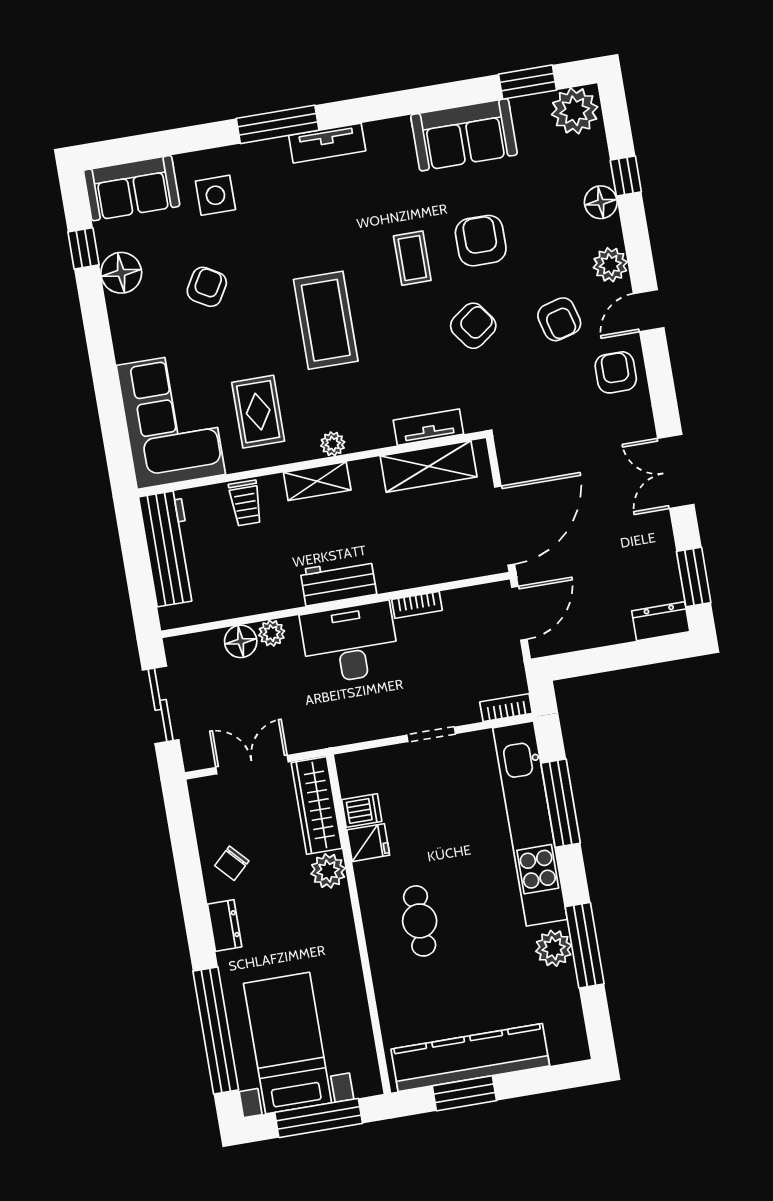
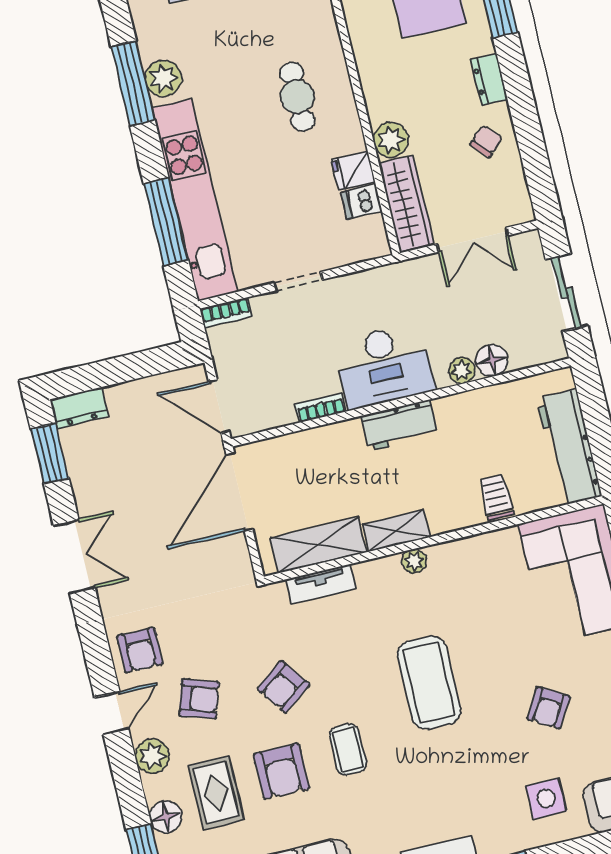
armchair: (559, 319) -> (199, 699), turned 123
rug: (258, 412) -> (216, 793), moved
shelving: (317, 481) -> (397, 531), moved
door: (519, 613) -> (219, 406), hinge flipped

